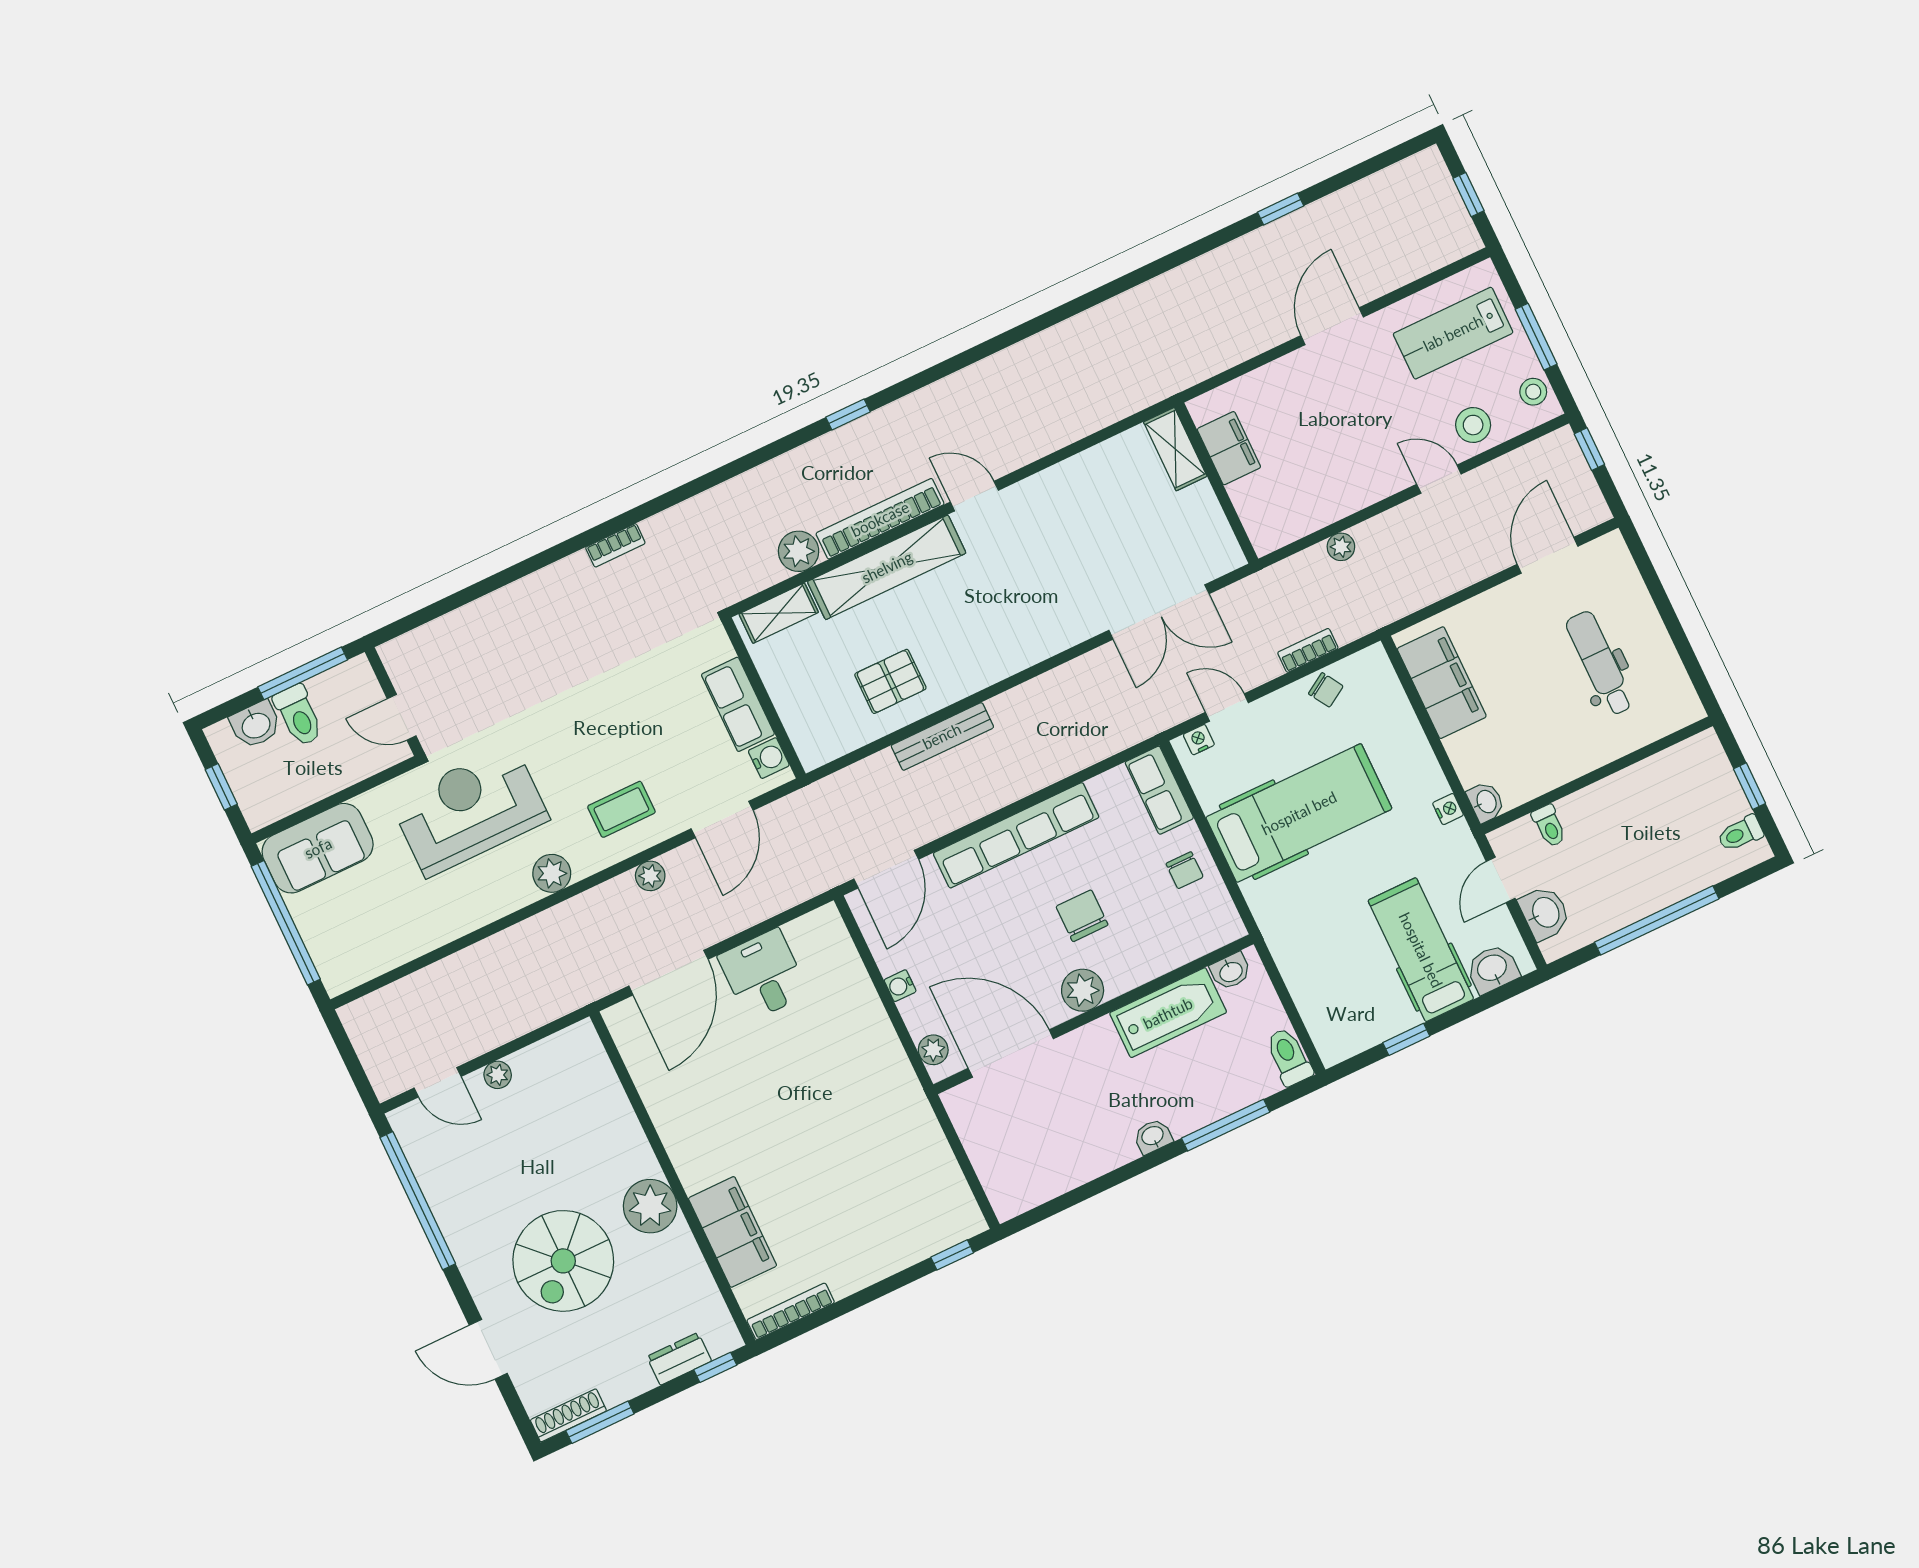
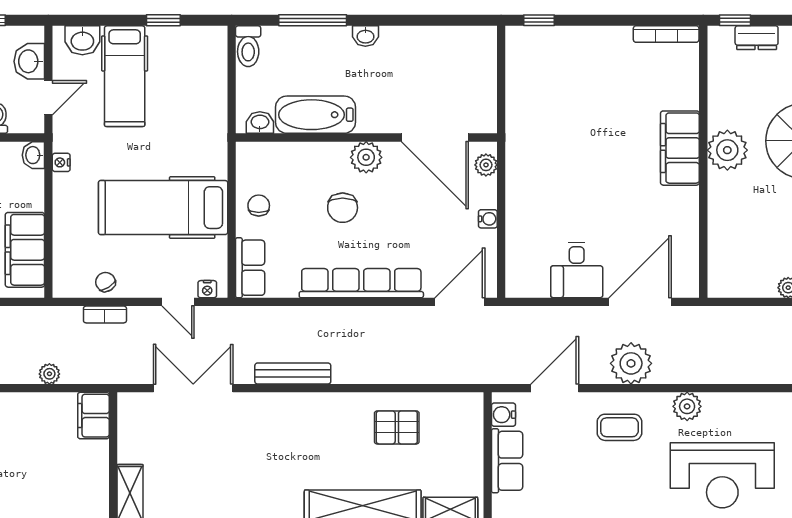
filing cabinet: (1229, 448) -> (93, 416), moved
bench: (942, 736) -> (293, 374), moved
plant: (650, 876) -> (631, 363), width x1.87, depth x1.87
filing cabinet: (733, 1232) -> (680, 148), moved

